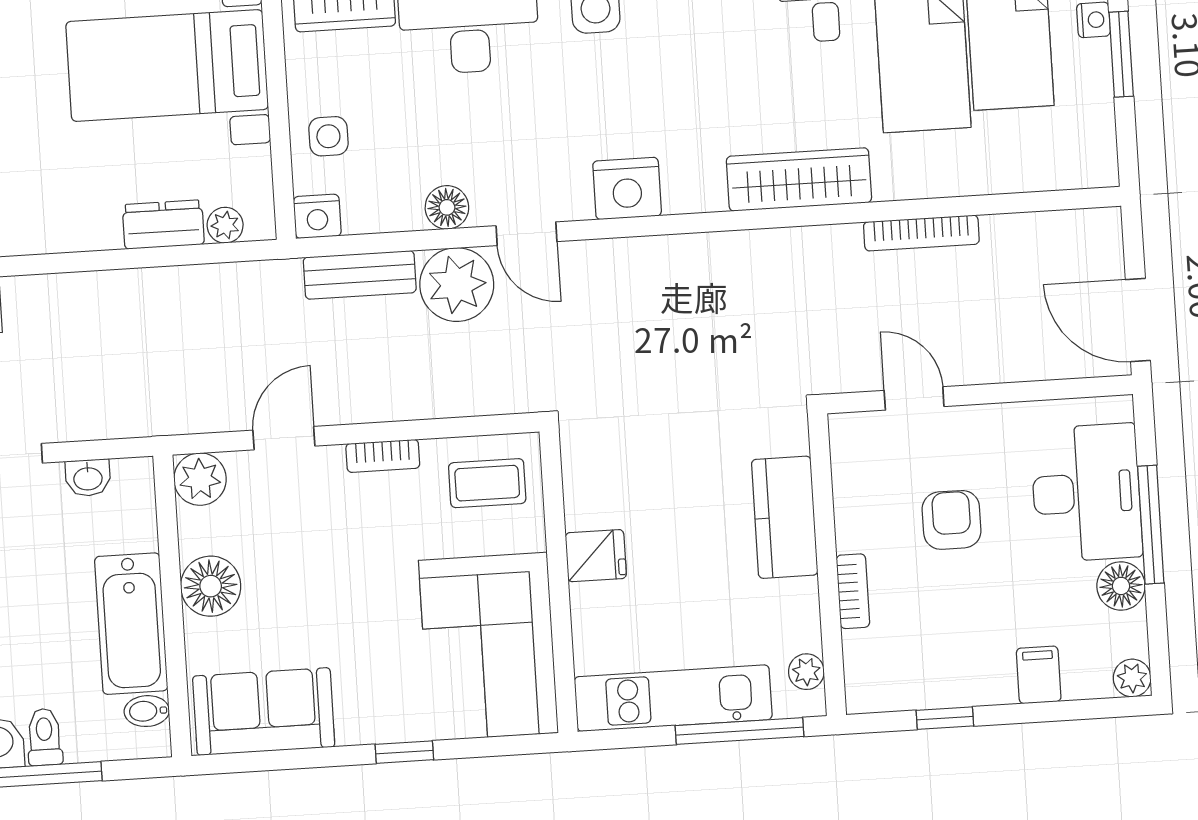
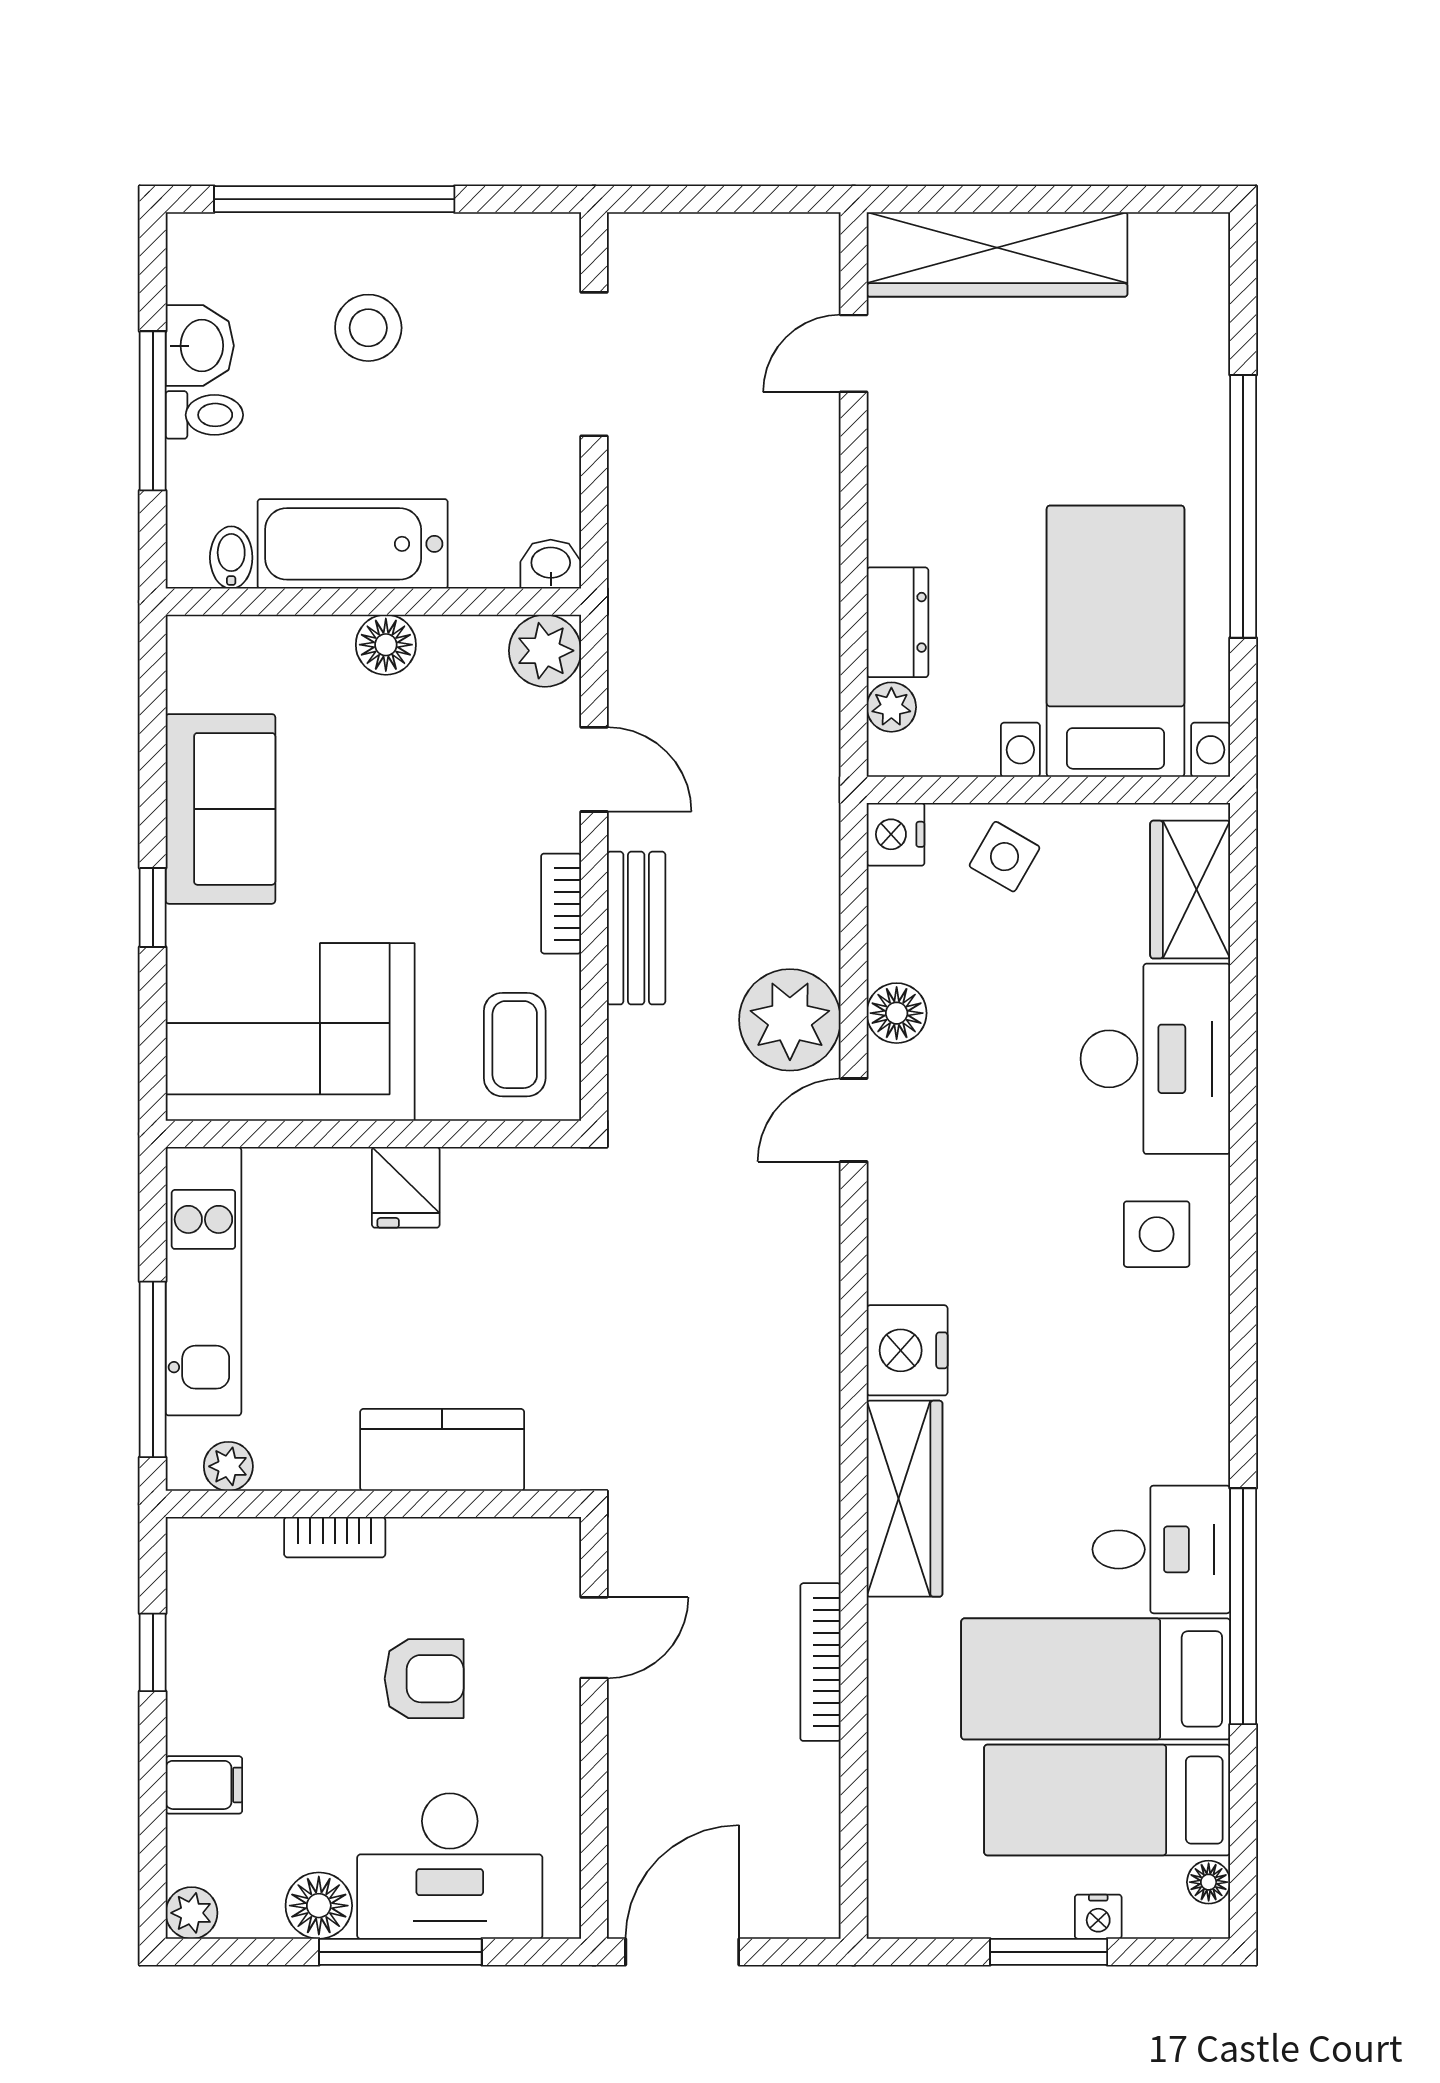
side table: (328, 136) -> (1004, 857), turned 30
nightstand: (627, 188) -> (907, 1350), moved
bench: (360, 275) -> (636, 928), moved
washbasin: (88, 478) -> (551, 564), moved, turned 90
floor lamp: (211, 586) -> (386, 645), width x0.73, depth x0.73
sofa: (264, 712) -> (220, 809), moved

